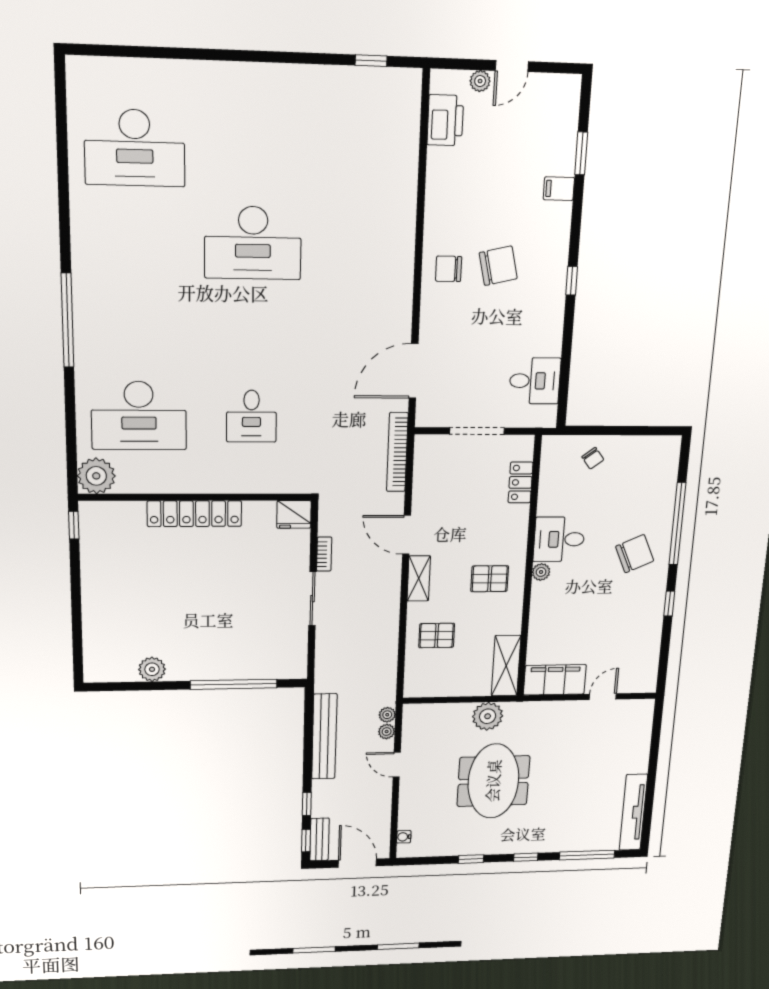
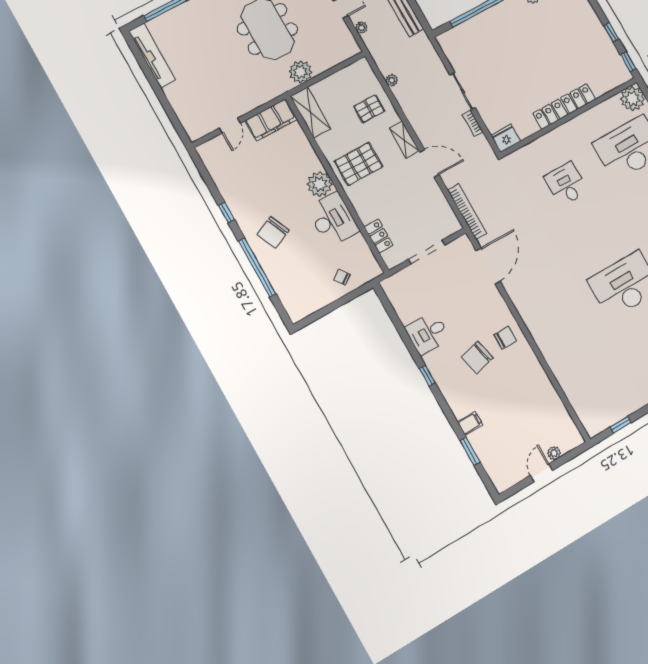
printer: (445, 120) -> (560, 419), removed
desk: (535, 381) -> (428, 333), moved
desk: (559, 539) -> (333, 219), width x1.37
plant: (541, 572) -> (320, 184), width x1.87, depth x1.87
window: (75, 573) -> (611, 32), added
pallet: (490, 579) -> (359, 164), width x1.50, depth x1.42
plant: (387, 715) -> (392, 80), moved

